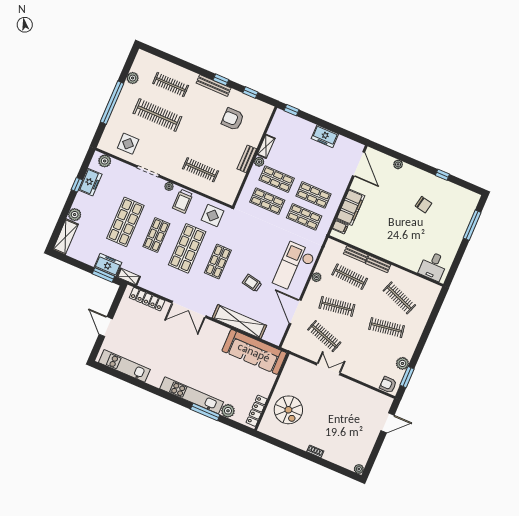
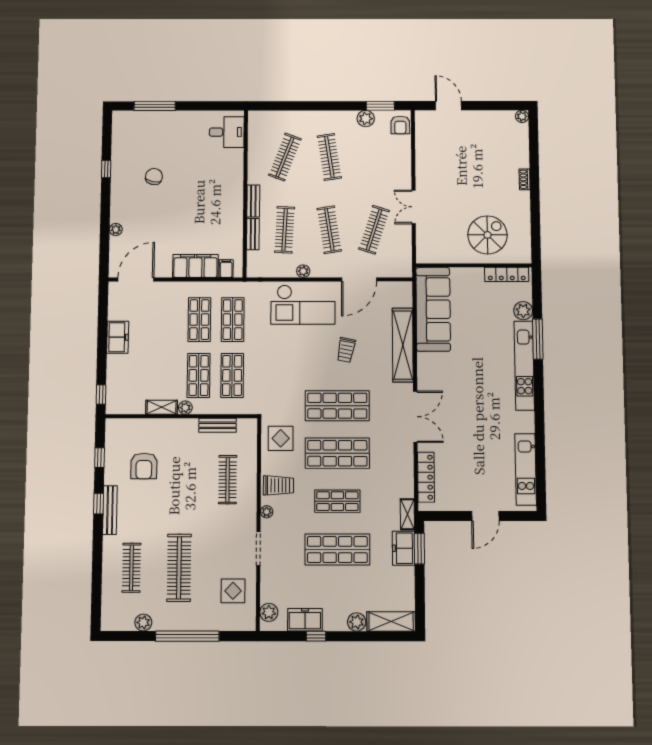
bench: (247, 159) -> (218, 425), moved
shop shelf: (218, 261) -> (337, 406), width x1.43, depth x1.36

